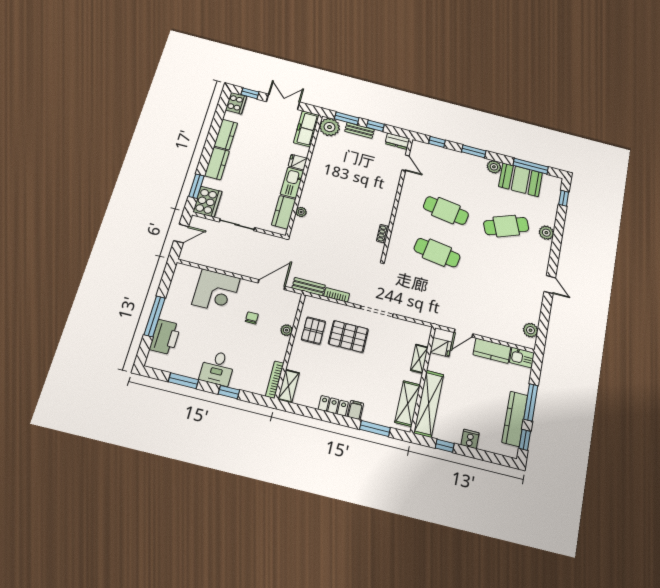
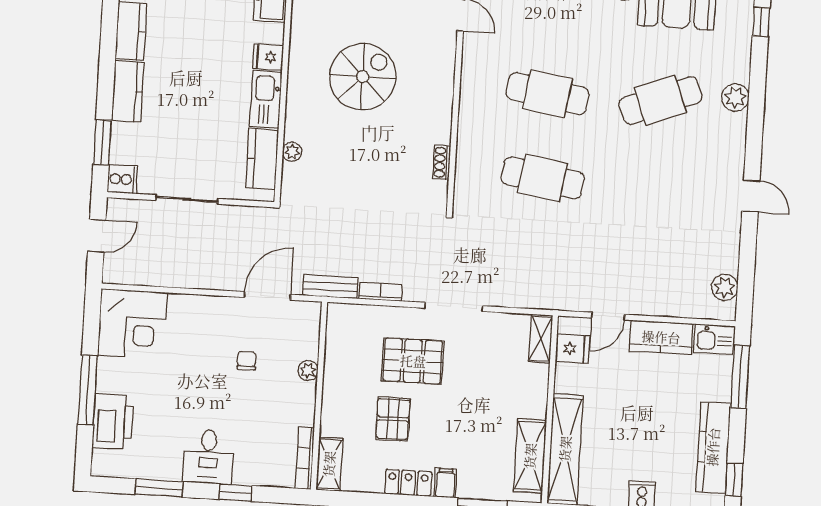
spiral stairs: (347, 182) -> (363, 77), added
cooker: (207, 202) -> (122, 179), width x0.53, depth x0.76
corner desk: (216, 291) -> (133, 324), moved
pallet: (313, 331) -> (393, 419), moved
shelving: (419, 359) -> (541, 339), moved
window: (531, 402) -> (740, 377), moved

